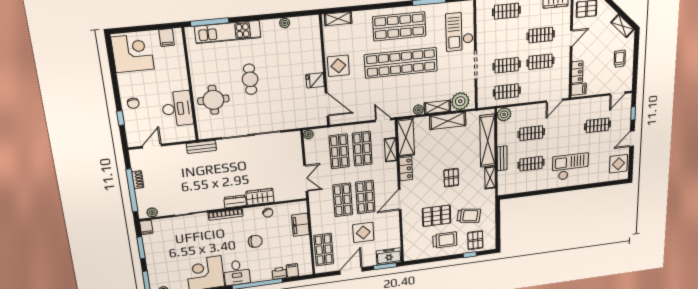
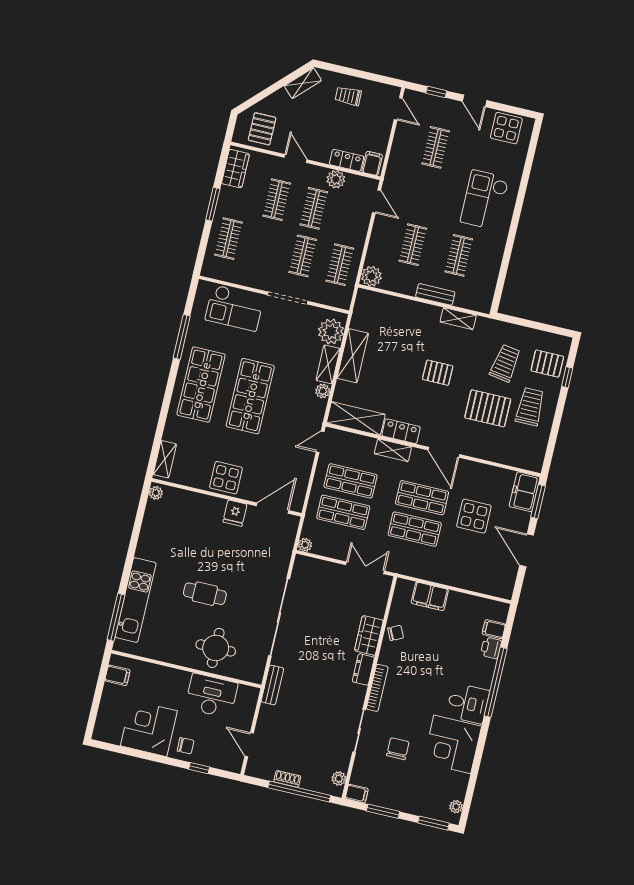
plant: (285, 23) -> (156, 493), moved
corner desk: (133, 53) -> (149, 728), moved
shop shelf: (401, 63) -> (250, 396), width x0.71
plant: (563, 69) -> (336, 179), added
shelving: (488, 141) -> (402, 308), removed
shelving: (391, 150) -> (393, 450), moved
pallet: (437, 216) -> (488, 408), turned 90
chair: (255, 241) -> (398, 749), moved
shop shelf: (324, 250) -> (479, 577), removed

